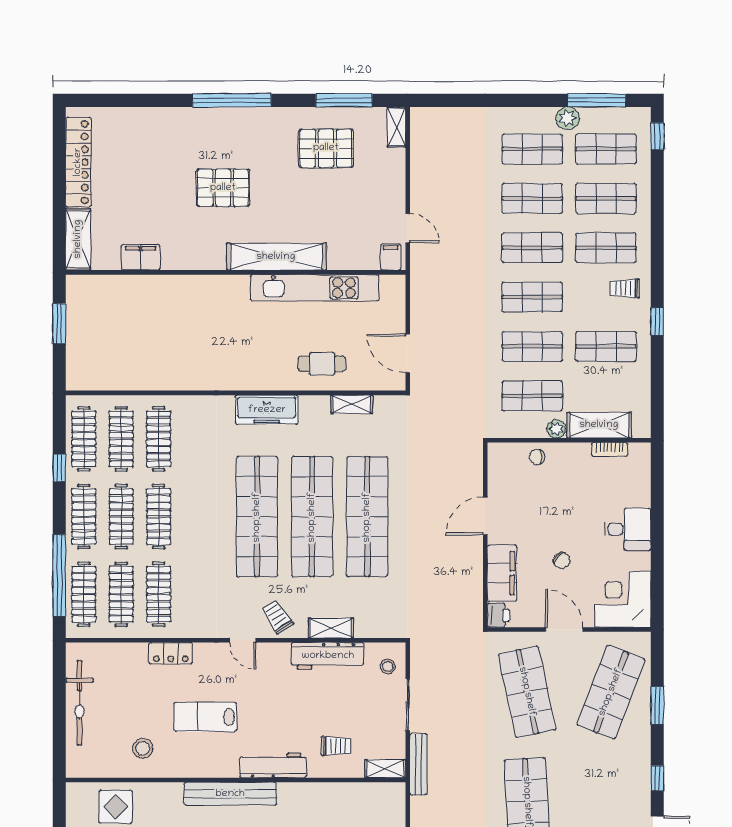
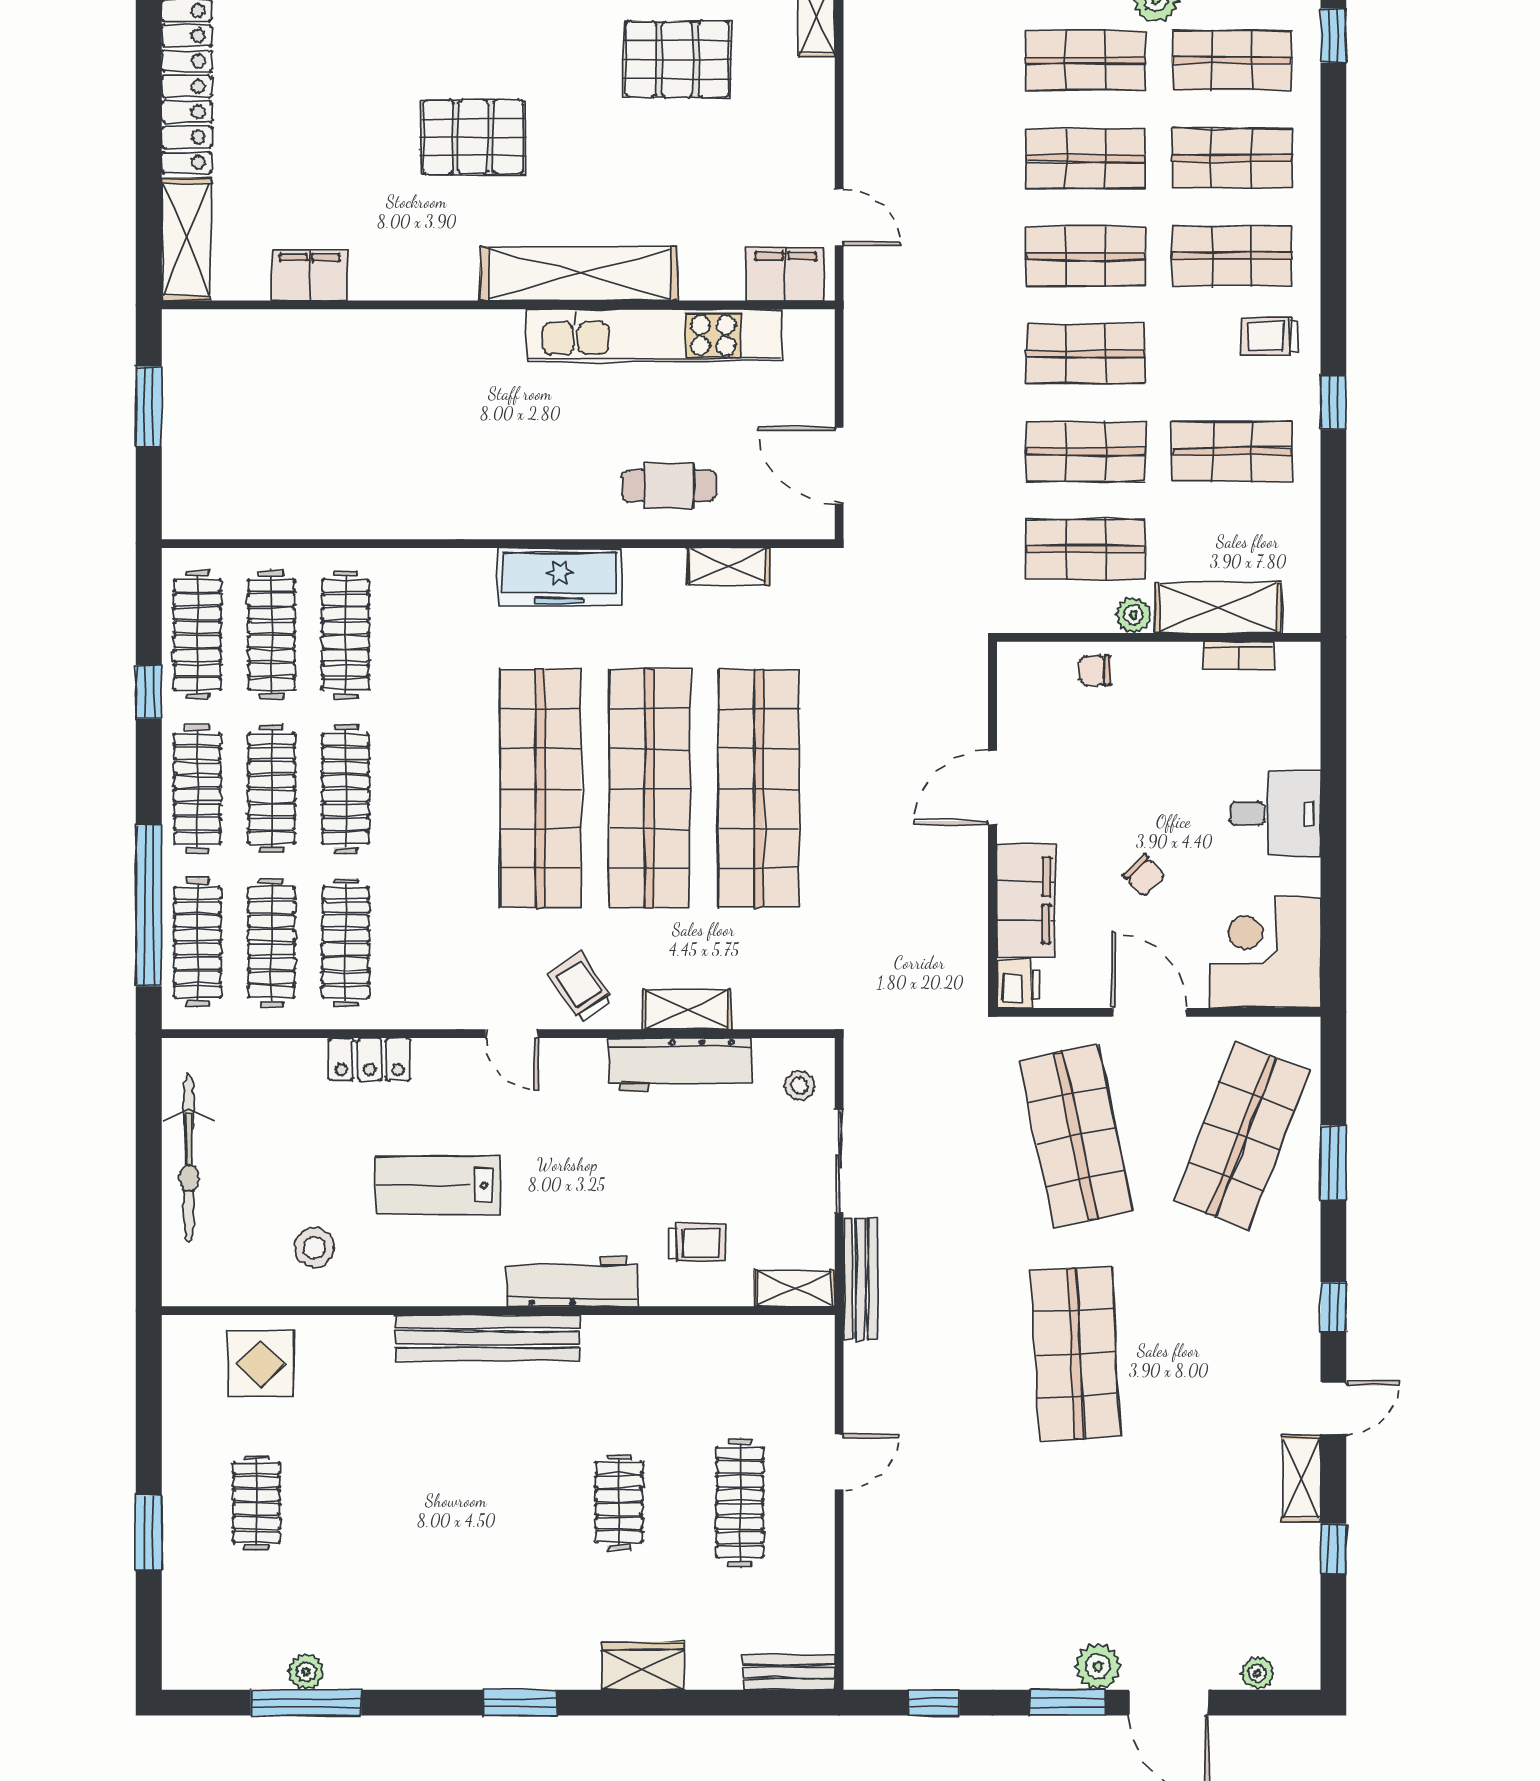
filing cabinet: (391, 257) -> (786, 274), width x2.00

